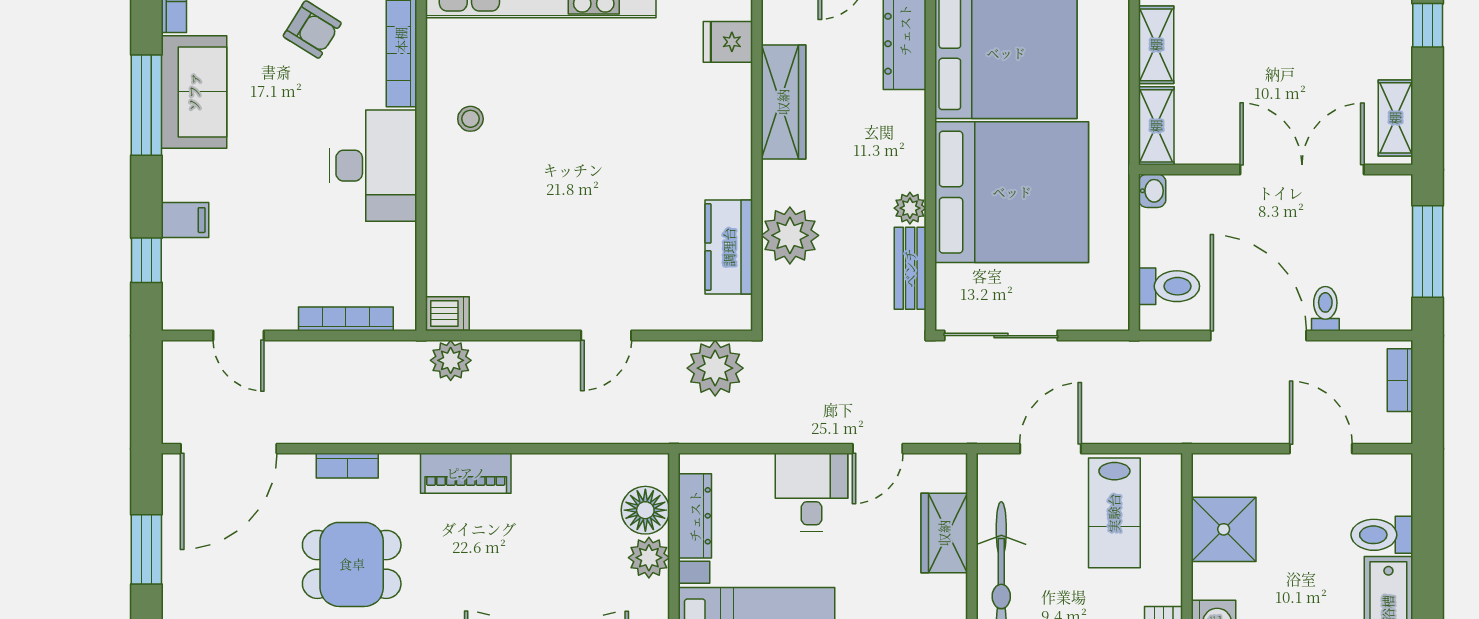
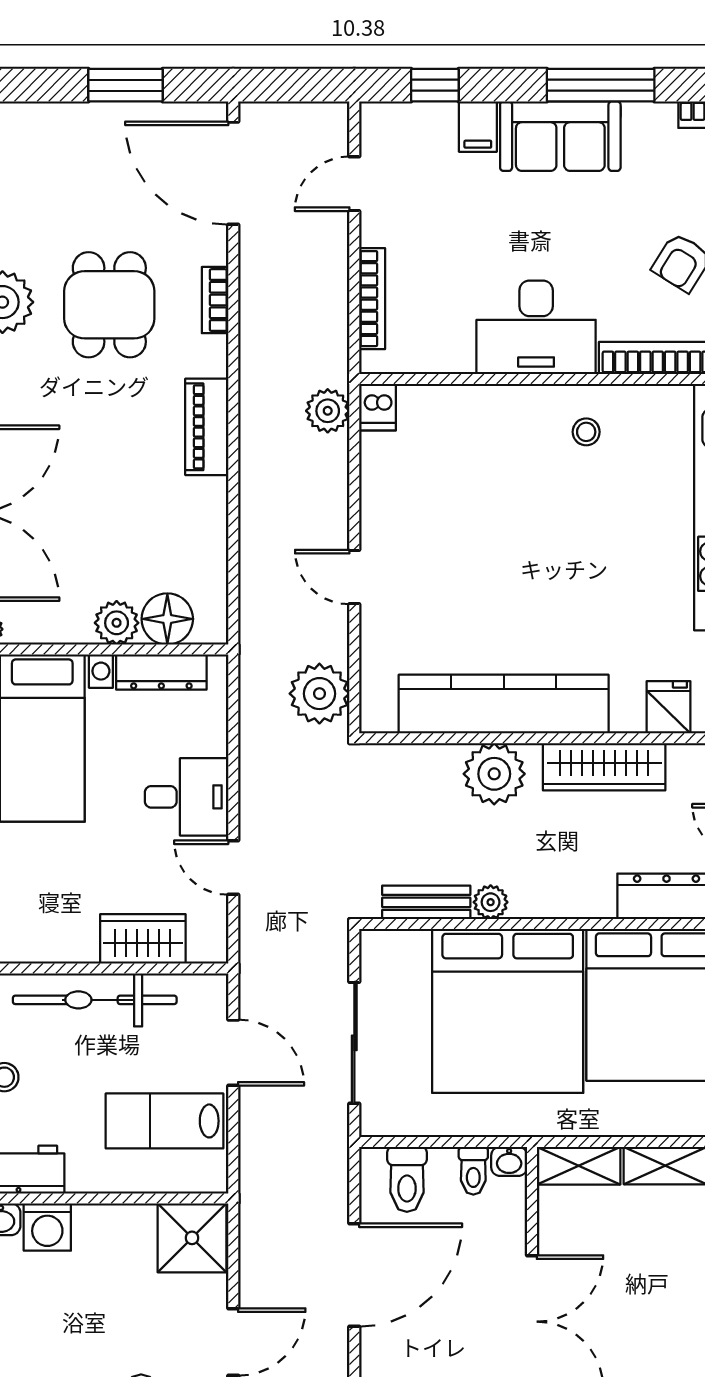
sofa: (194, 92) -> (560, 136), moved
plant: (790, 235) -> (494, 774), moved
kitchen counter: (729, 247) -> (504, 704), width x2.08, depth x1.17
toilet: (1325, 309) -> (473, 1171), moved, turned 90
sliding door: (1001, 336) -> (354, 1043), moved
shower: (1224, 529) -> (192, 1238), moved

